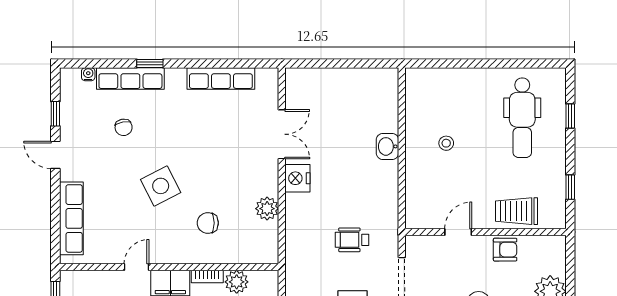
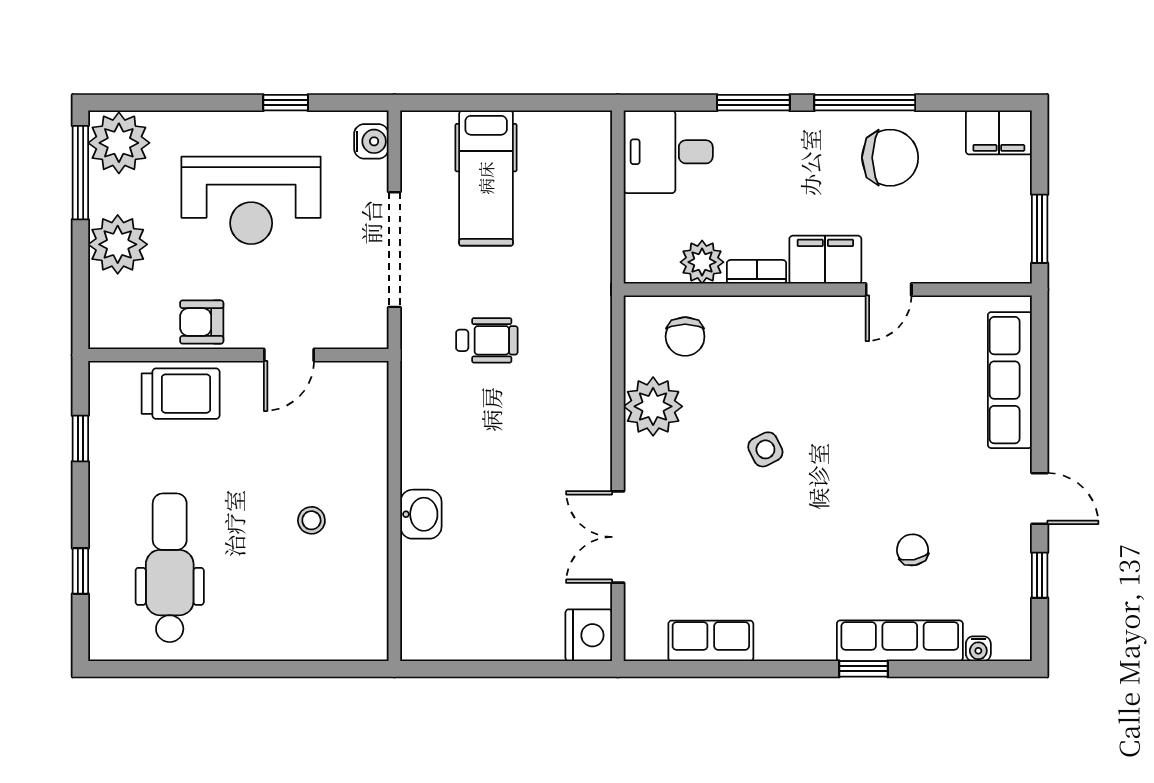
row of seats: (221, 78) -> (711, 641), width x0.68
nightstand: (297, 178) -> (589, 635), moved
side table: (161, 186) -> (765, 449), moved, width x0.54, depth x0.54
plant: (267, 209) -> (653, 406), width x1.36, depth x1.36
chair: (208, 223) -> (685, 337), moved, turned 90

